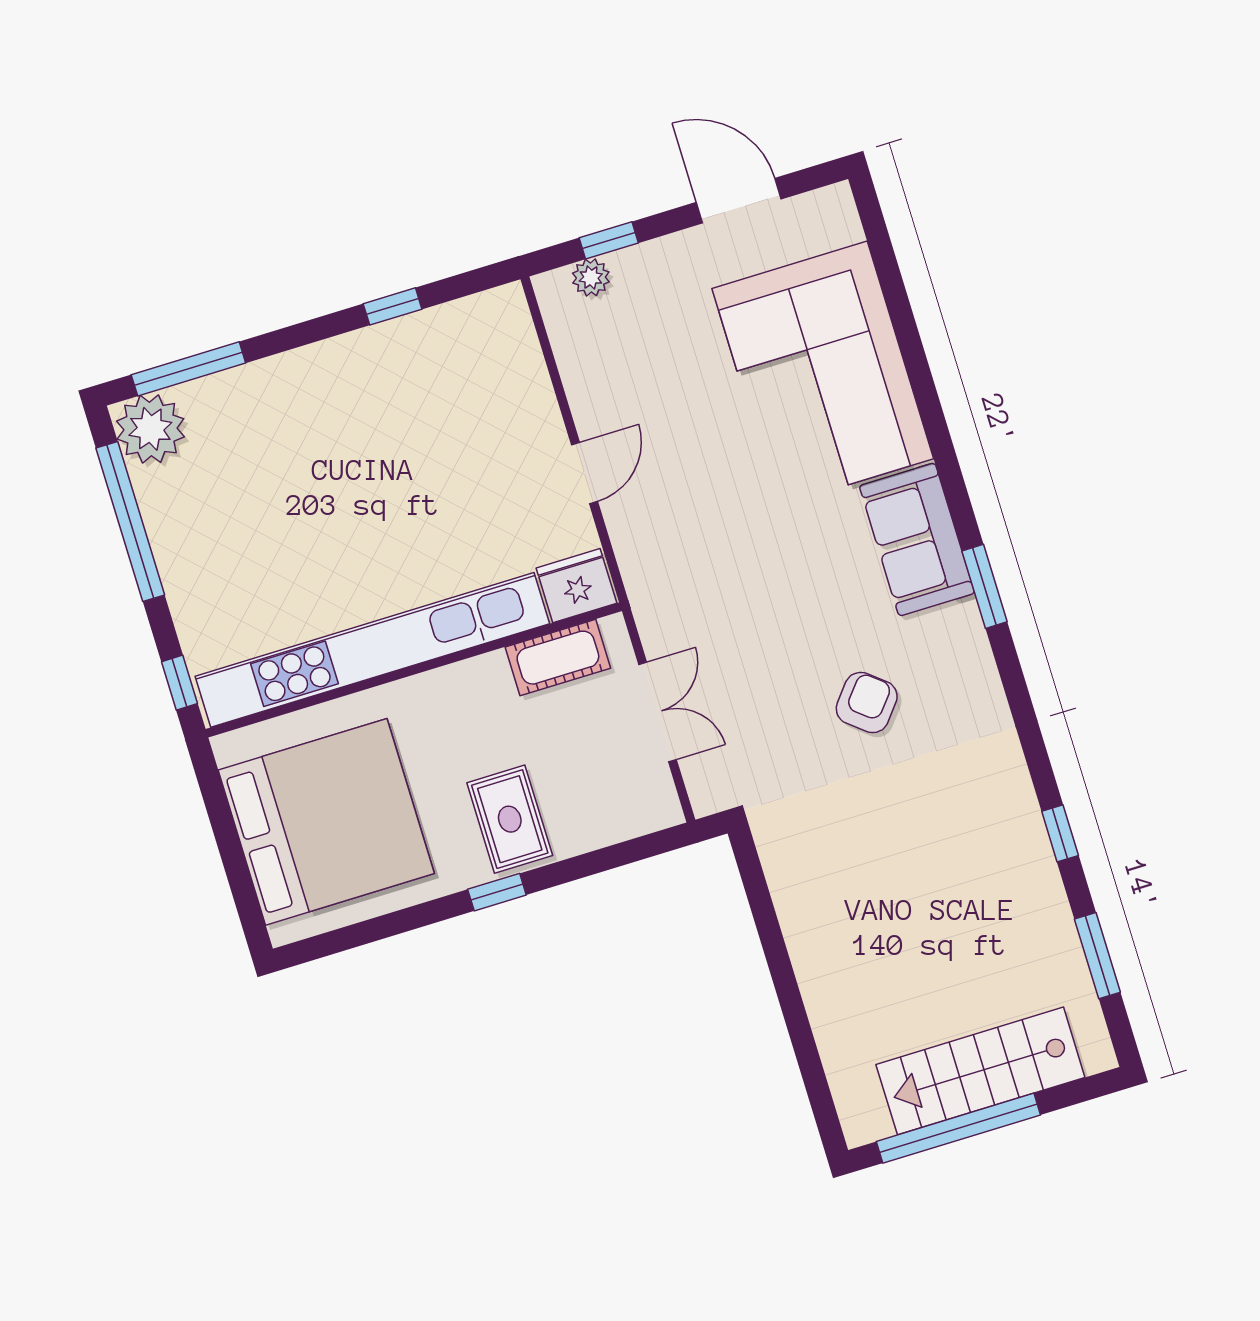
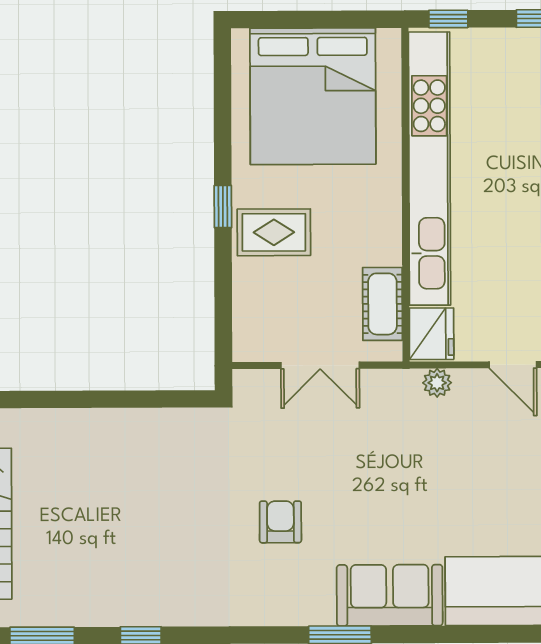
plant: (635, 560) -> (437, 383), added
armchair: (867, 703) -> (280, 522), turned -129

